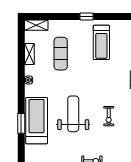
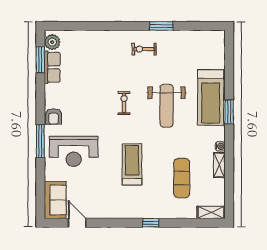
treadmill: (101, 42) -> (132, 164), moved
shelving: (29, 54) -> (219, 165), moved
window: (21, 123) -> (229, 112), moved

